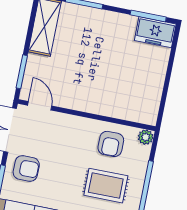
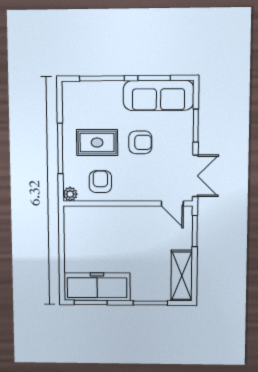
freezer: (155, 32) -> (97, 287), width x1.91, depth x1.26
armchair: (26, 168) -> (140, 142), moved, turned 180

